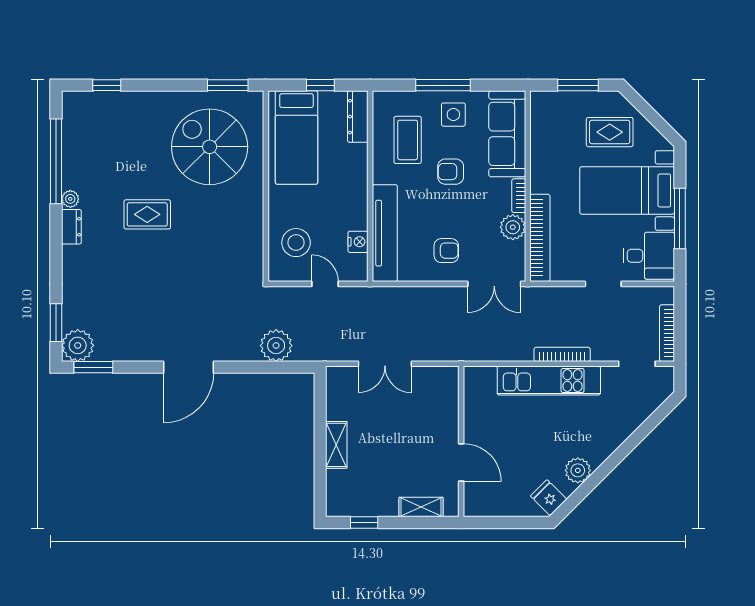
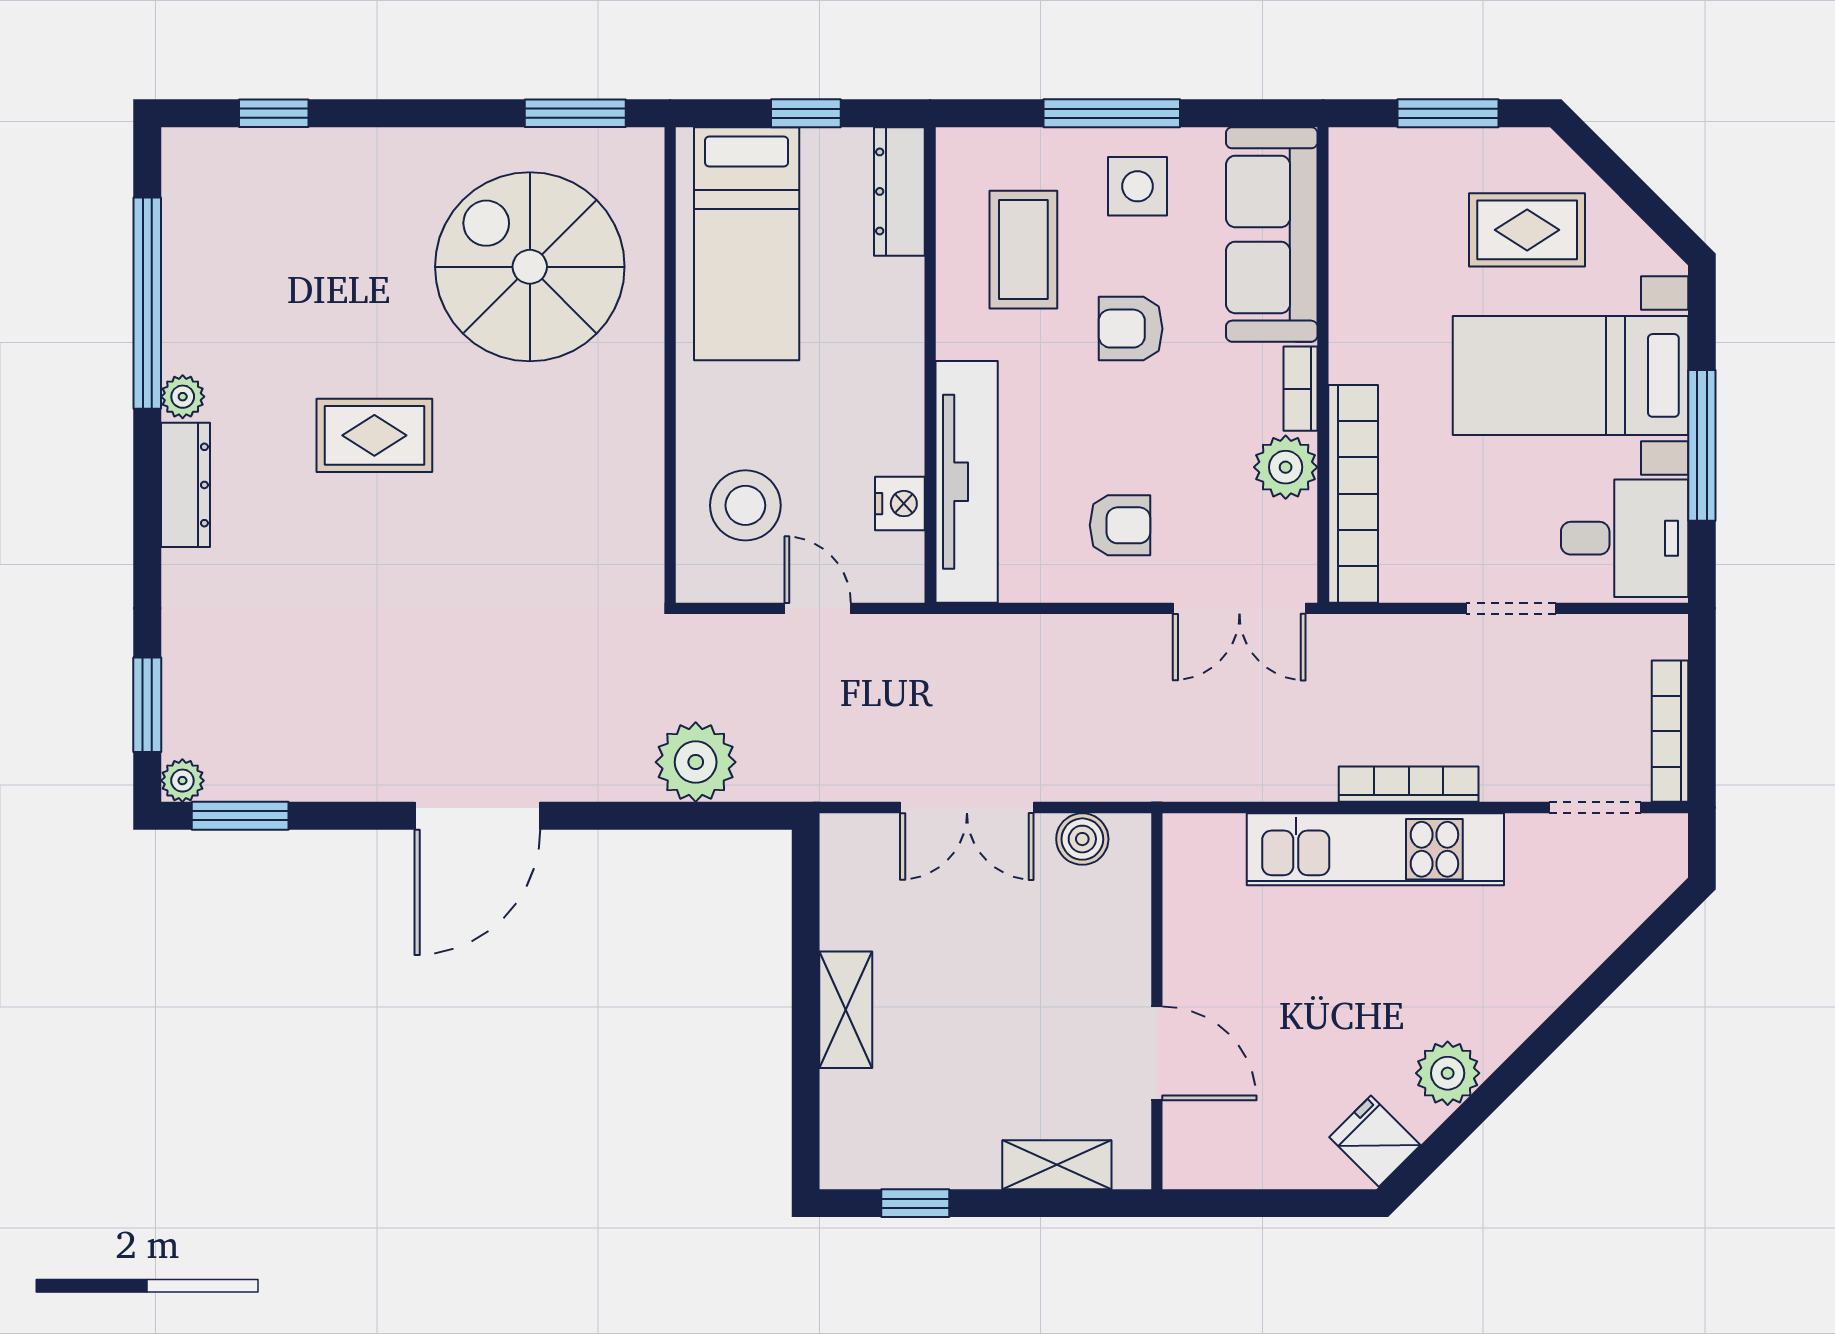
dresser: (71, 227) -> (185, 485), width x1.44
plant: (78, 345) -> (182, 781), width x0.53, depth x0.53
boiler: (431, 376) -> (1082, 839), added

